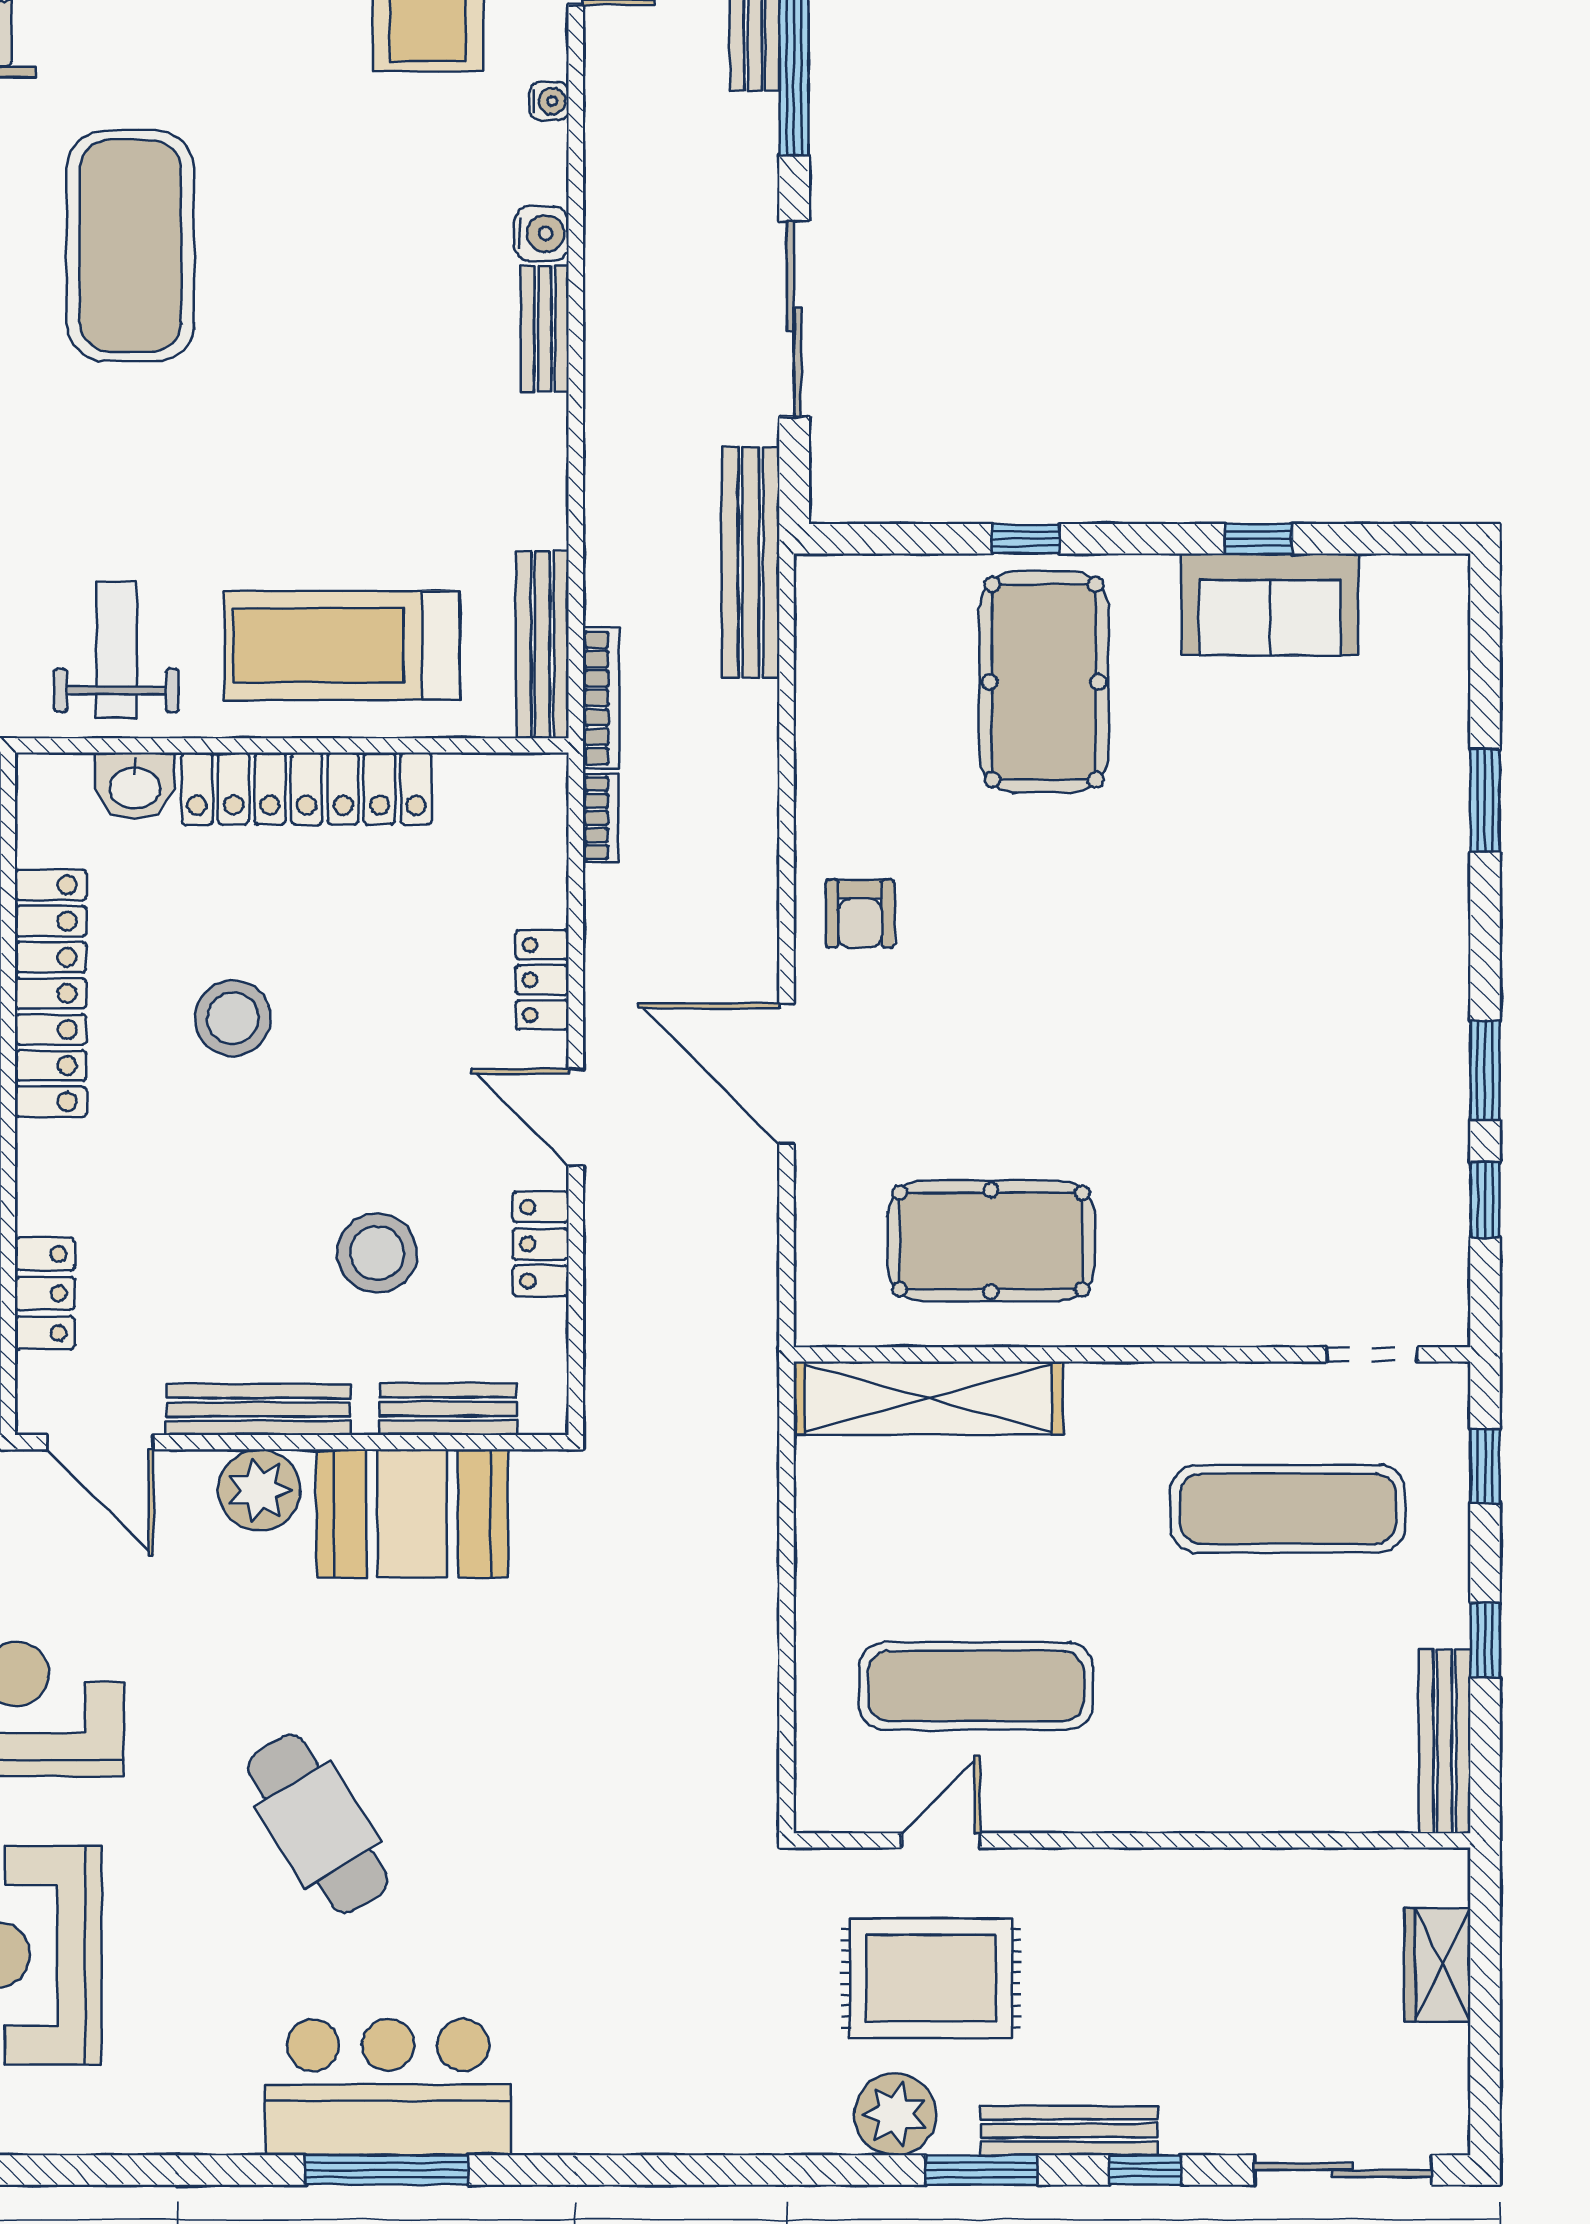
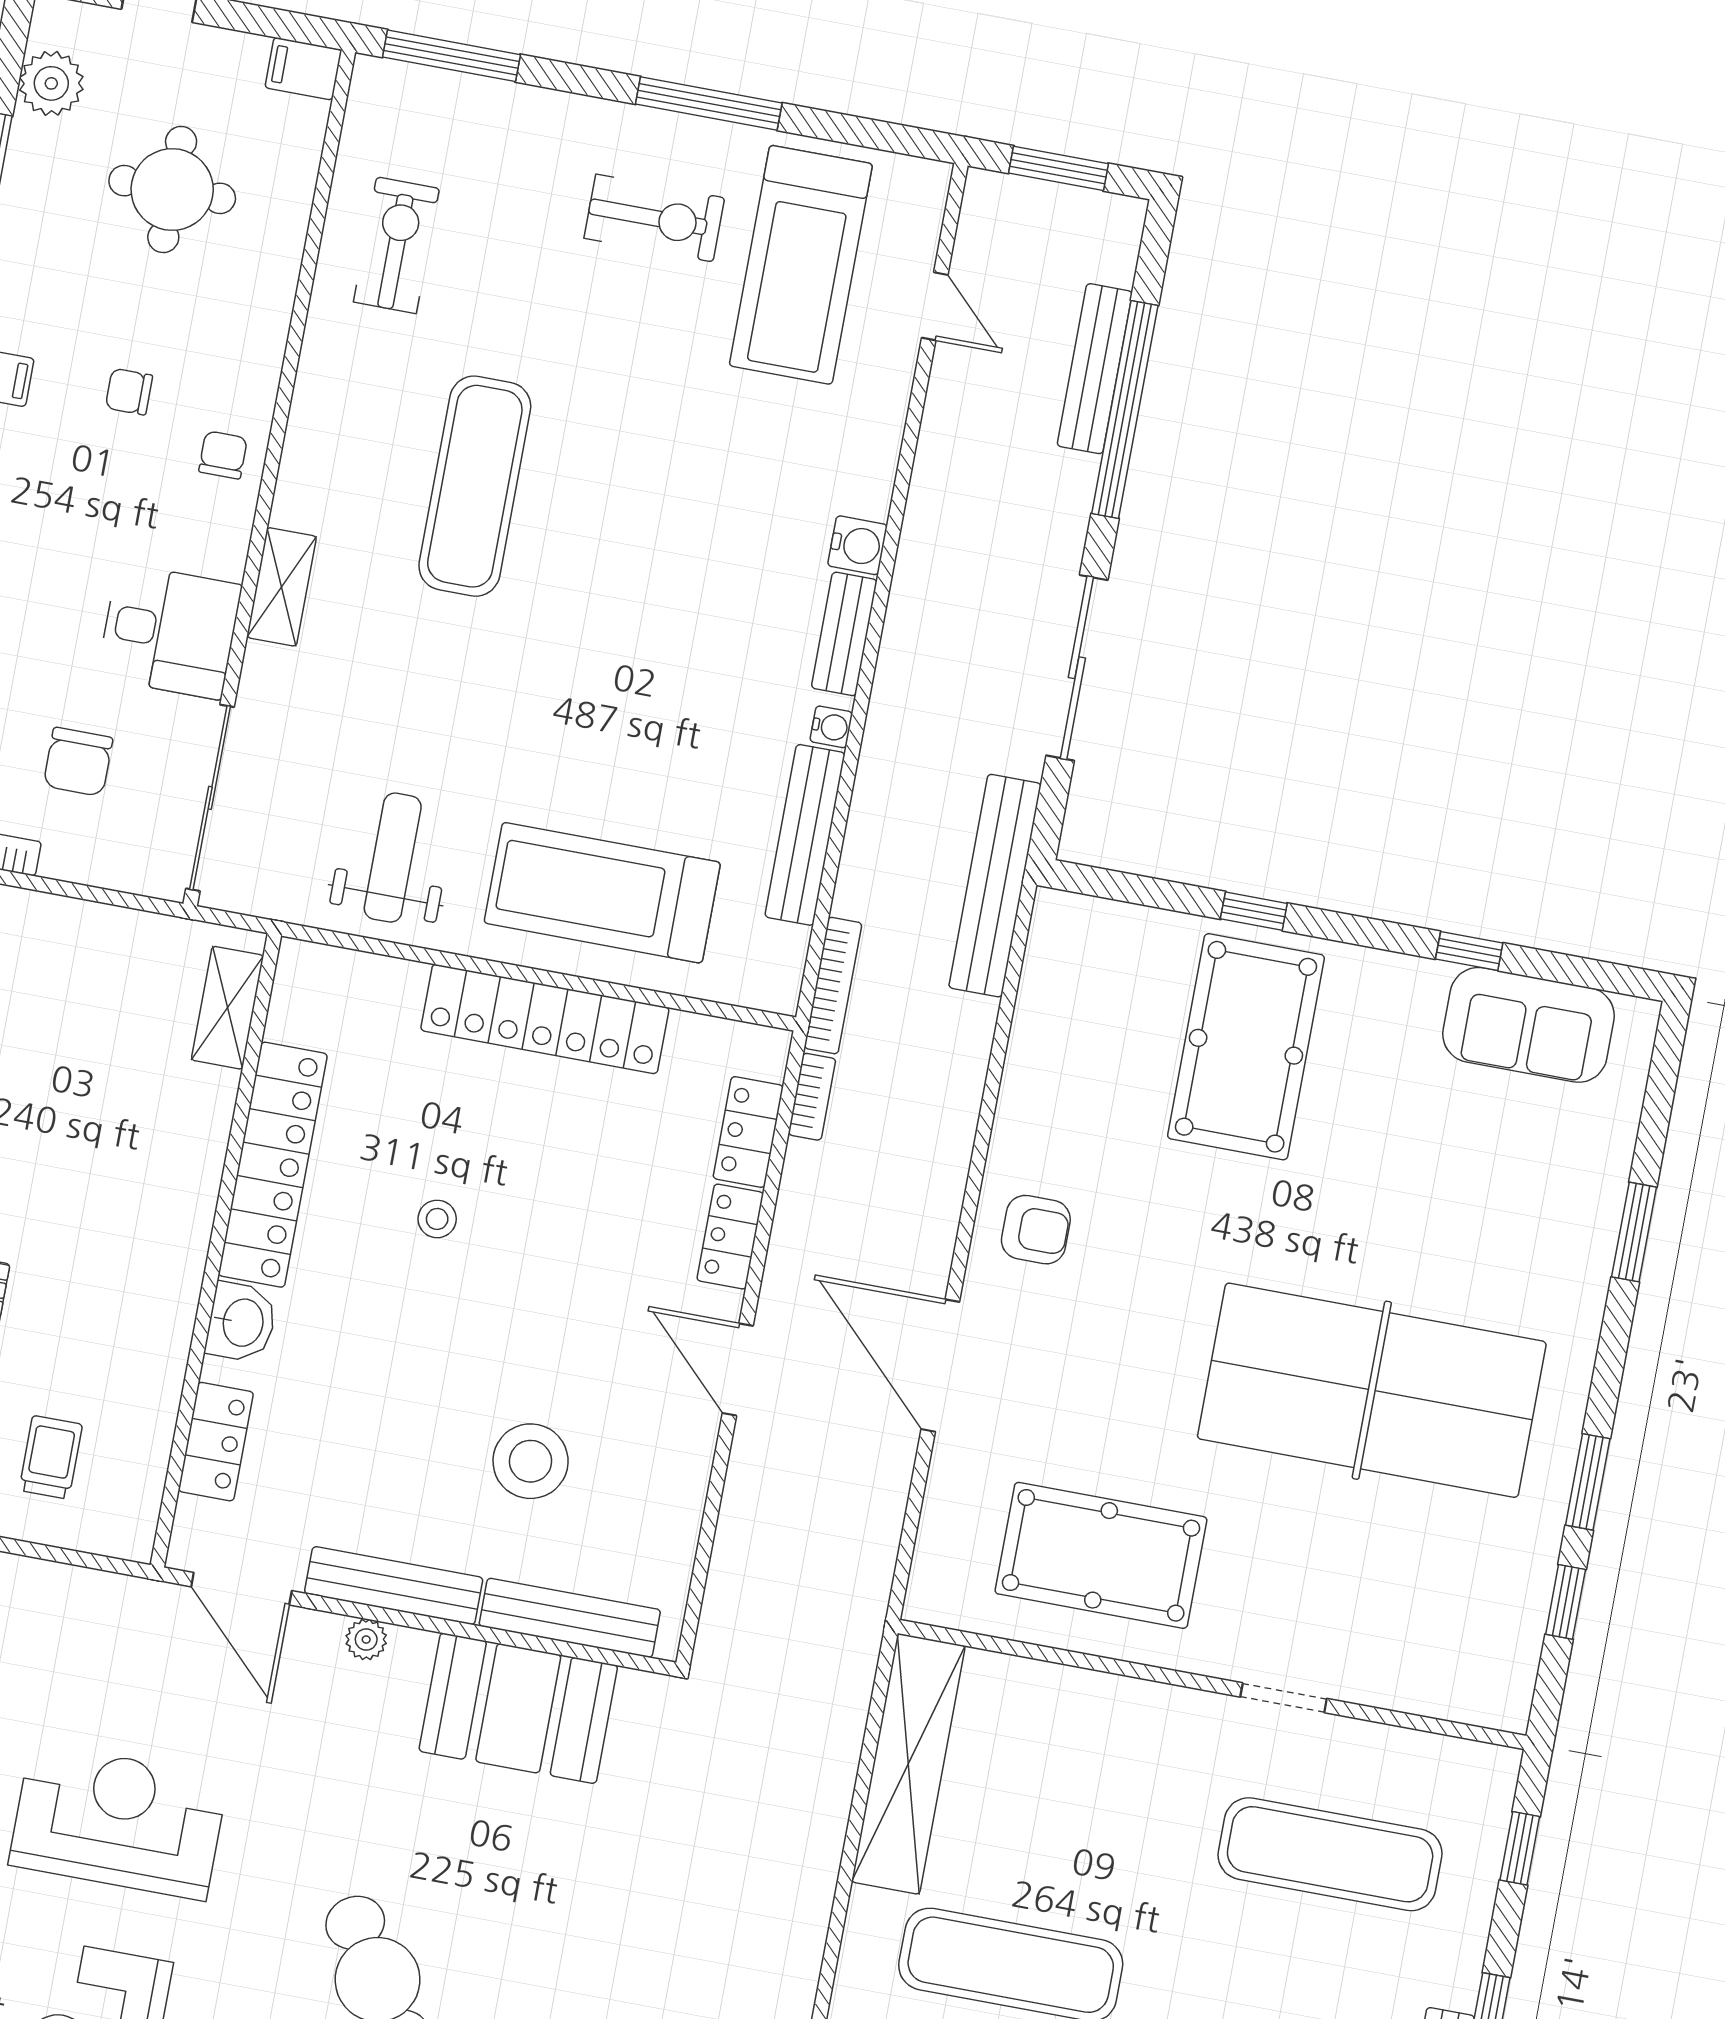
water cooler: (549, 101) -> (831, 727), moved
exercise mat: (130, 246) -> (475, 486), width x0.68
sofa: (1270, 604) -> (1529, 1025), moved
bench: (543, 645) -> (805, 835), moved
washbasin: (135, 786) -> (241, 1322), moved, turned -90
armchair: (860, 914) -> (1036, 1230), turned -90
table tennis table: (1242, 1016) -> (1372, 1390), added
stool: (233, 1018) -> (437, 1219), width x0.53, depth x0.53
locker: (541, 1244) -> (748, 1132), moved
doorway: (1372, 1354) -> (1284, 1698), moved
shelving: (928, 1398) -> (908, 1764), moved, turned 90
bench: (448, 1409) -> (570, 1618), width x1.36
plant: (259, 1490) -> (366, 1639), width x0.53, depth x0.53

